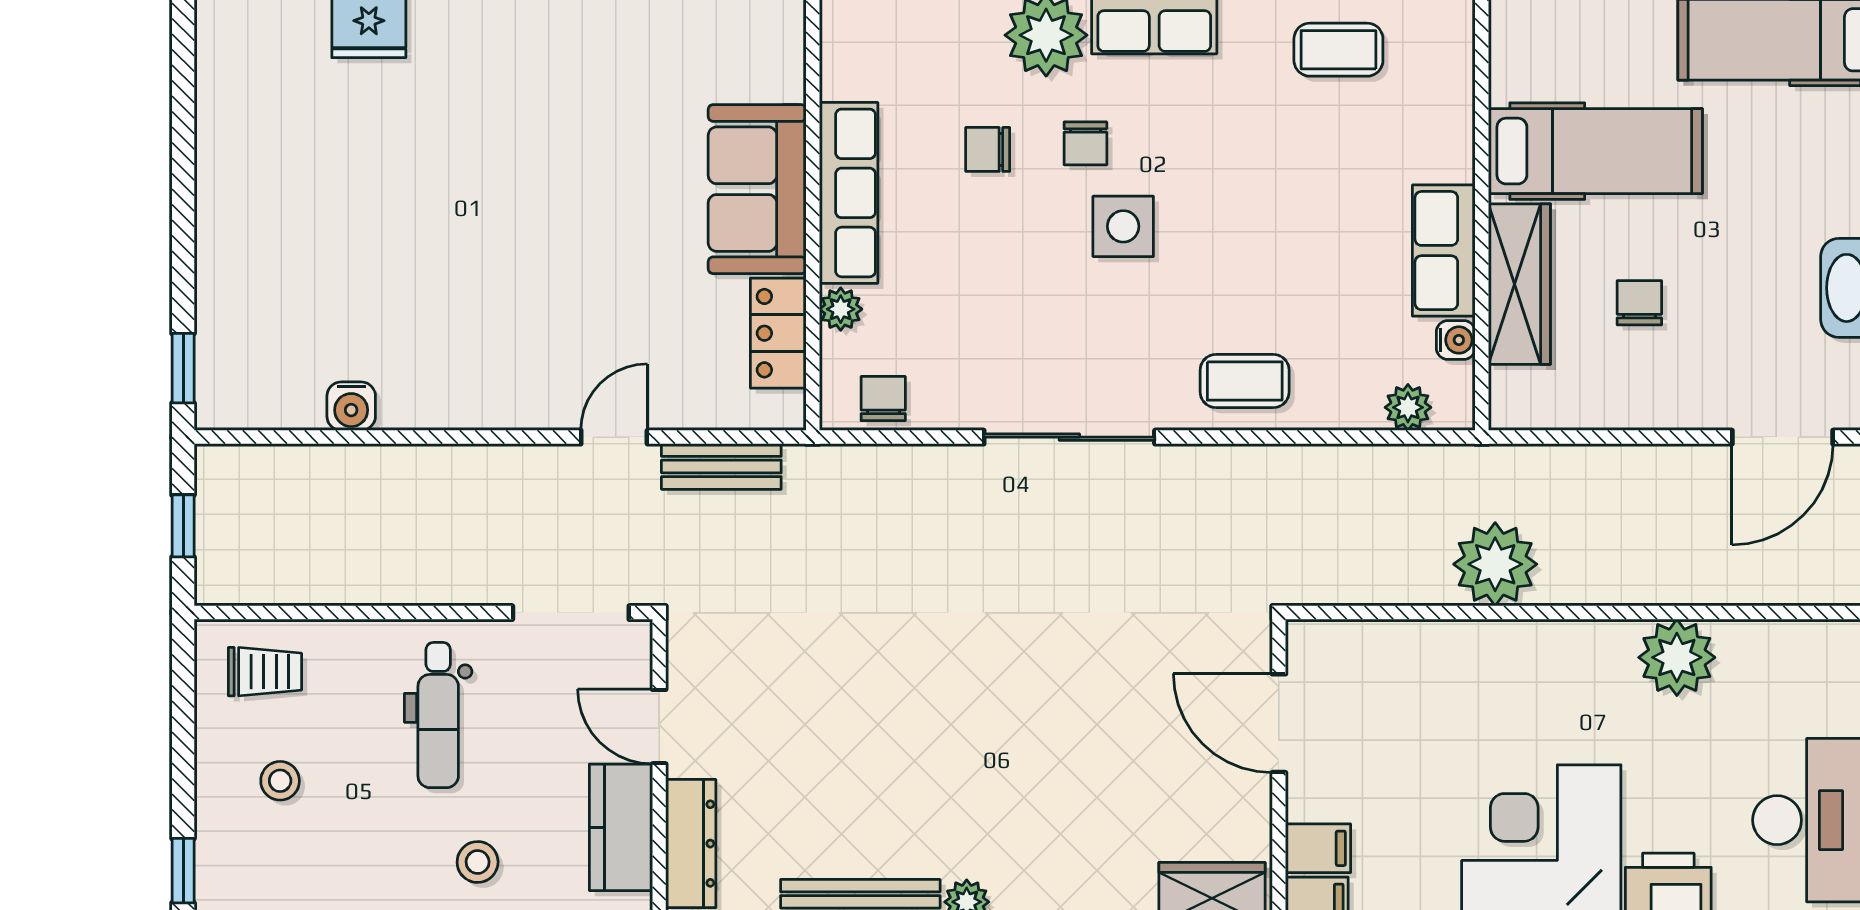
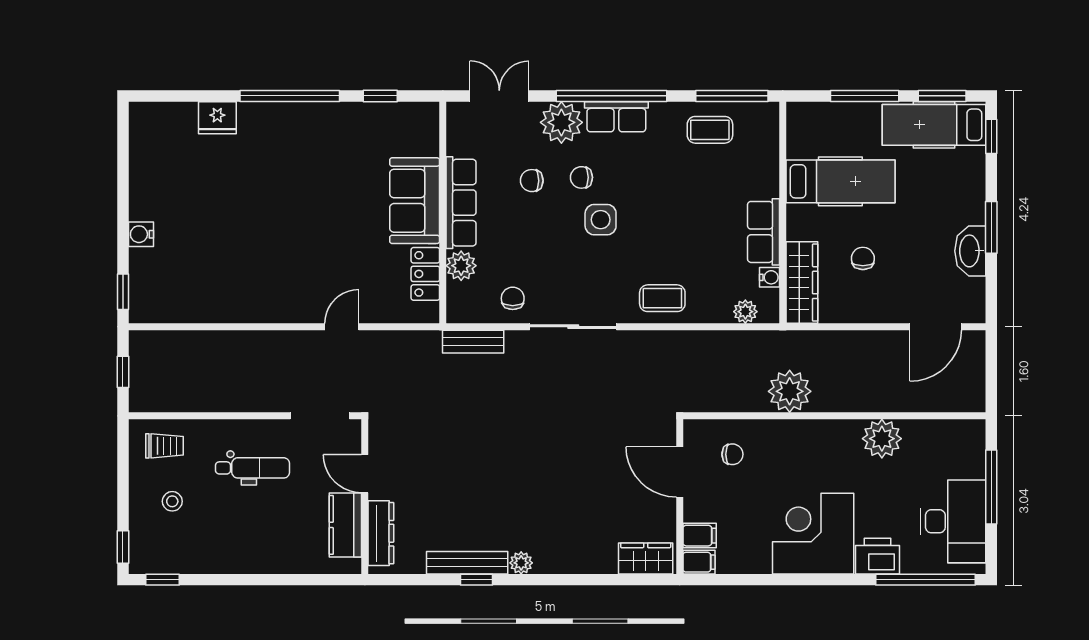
chair: (1085, 143) -> (581, 177), turned 90
wardrobe: (1519, 284) -> (802, 283), moved
plant: (841, 309) -> (461, 266), width x1.38, depth x1.38
chair: (883, 399) -> (513, 298), moved
water cooler: (351, 406) -> (141, 234), moved, turned 90
bench: (721, 467) -> (473, 342), moved
chair: (1383, 688) -> (732, 454), added
dental chair: (438, 715) -> (253, 468), turned -90
stool: (478, 862) -> (273, 543), removed

